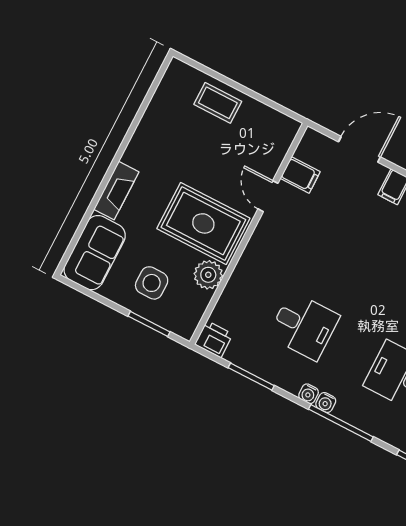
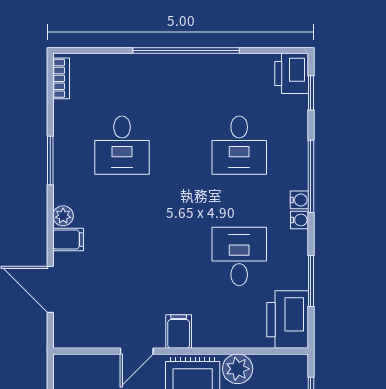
filing cabinet: (300, 175) -> (179, 332), moved
printer: (214, 339) -> (288, 320), width x1.87, depth x1.48

